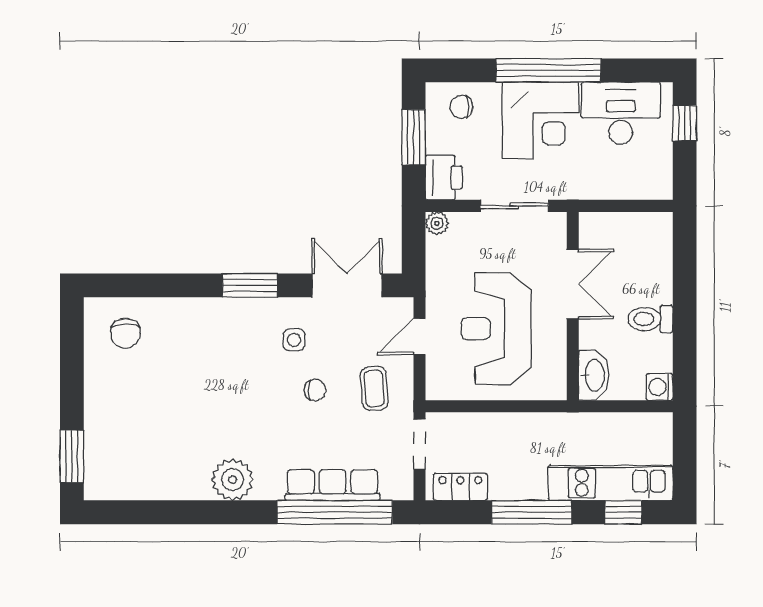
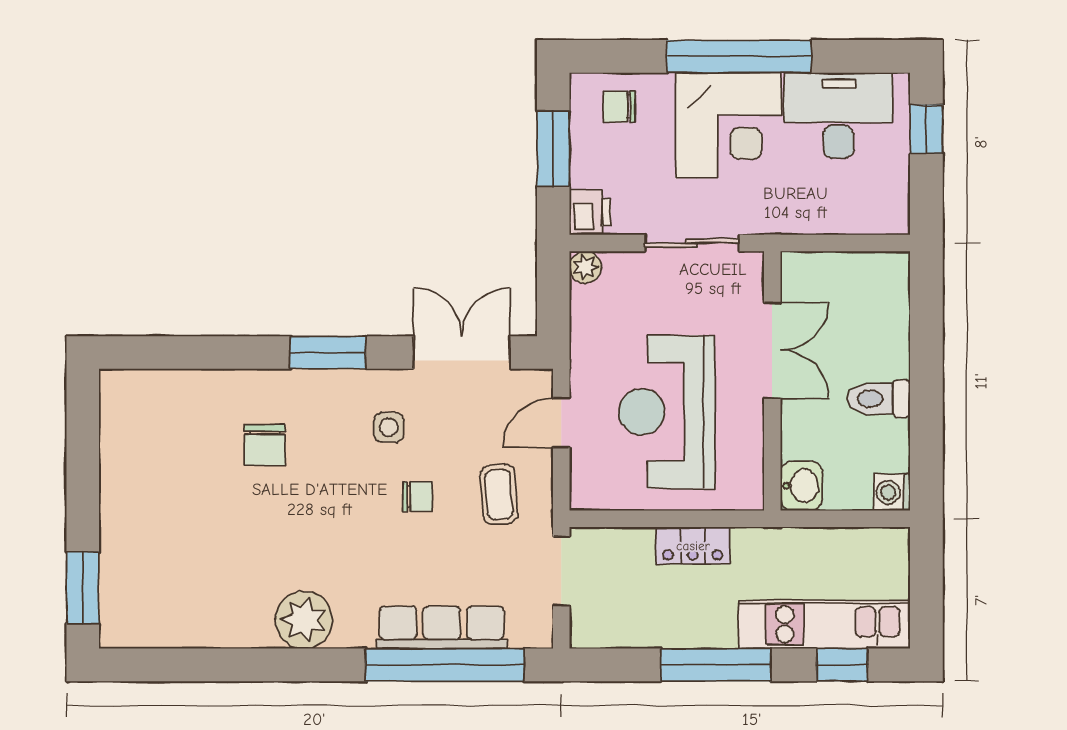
printer: (444, 178) -> (590, 212), width x0.73, depth x0.81
chair: (125, 333) -> (265, 445), moved
washbasin: (594, 375) -> (801, 486), width x0.72
locker: (460, 487) -> (693, 546), moved, turned 180

